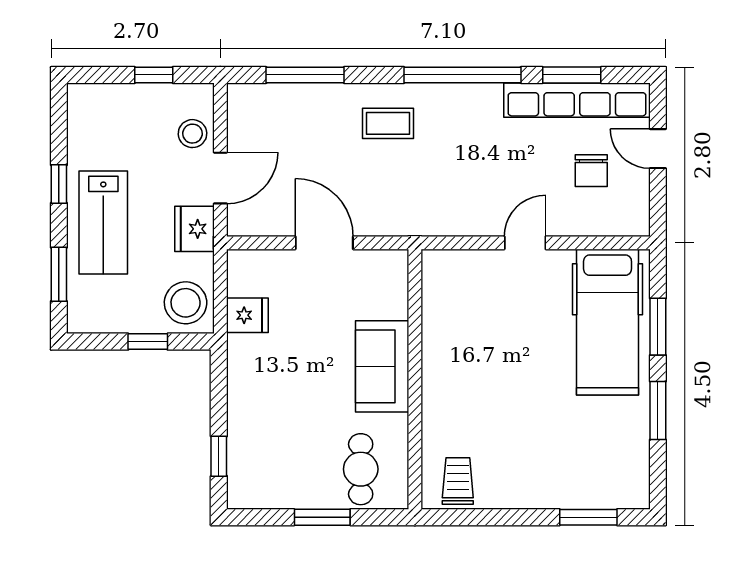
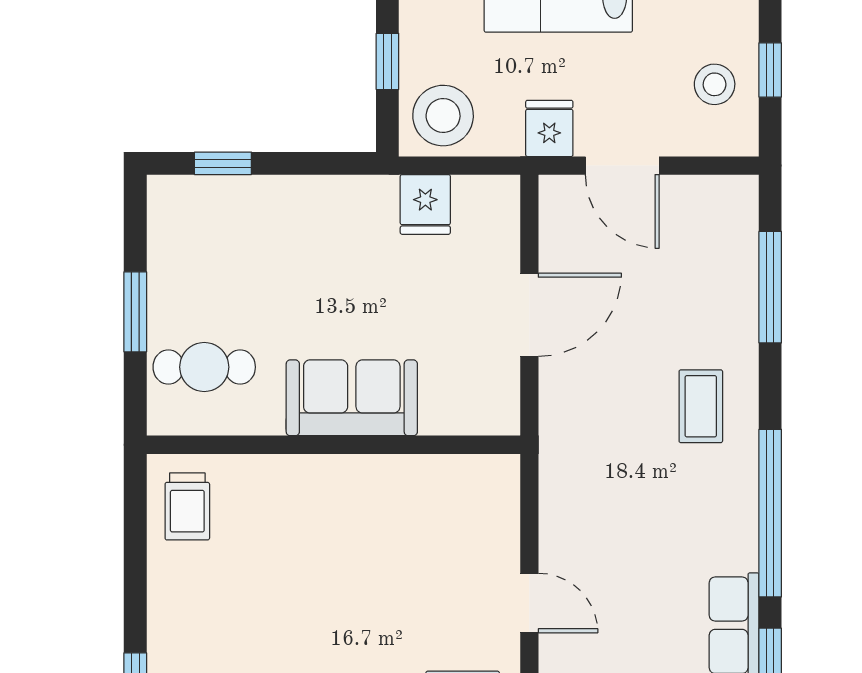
stool: (193, 134) -> (715, 84), moved
fridge: (194, 229) -> (549, 128), width x0.72
trolley: (458, 481) -> (187, 506), turned 90

